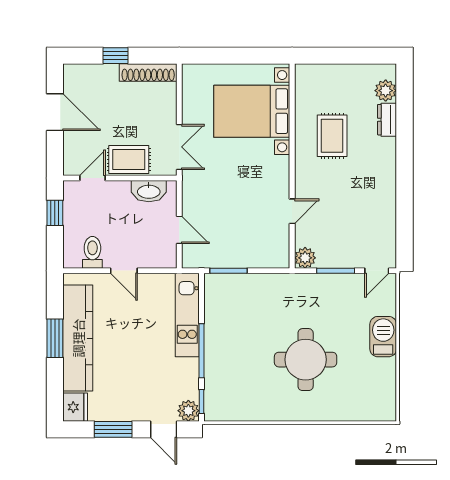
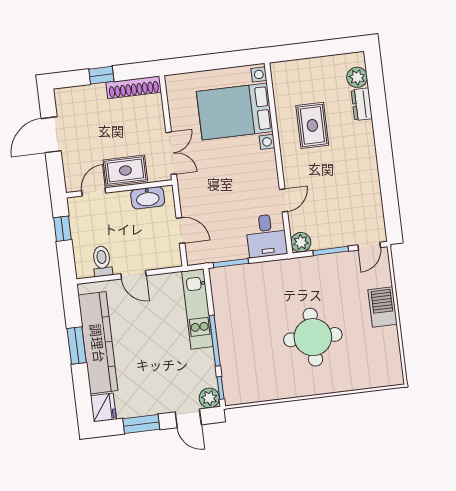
door: (55, 112) -> (51, 135), swing flipped
desk: (269, 246) -> (266, 236), added

